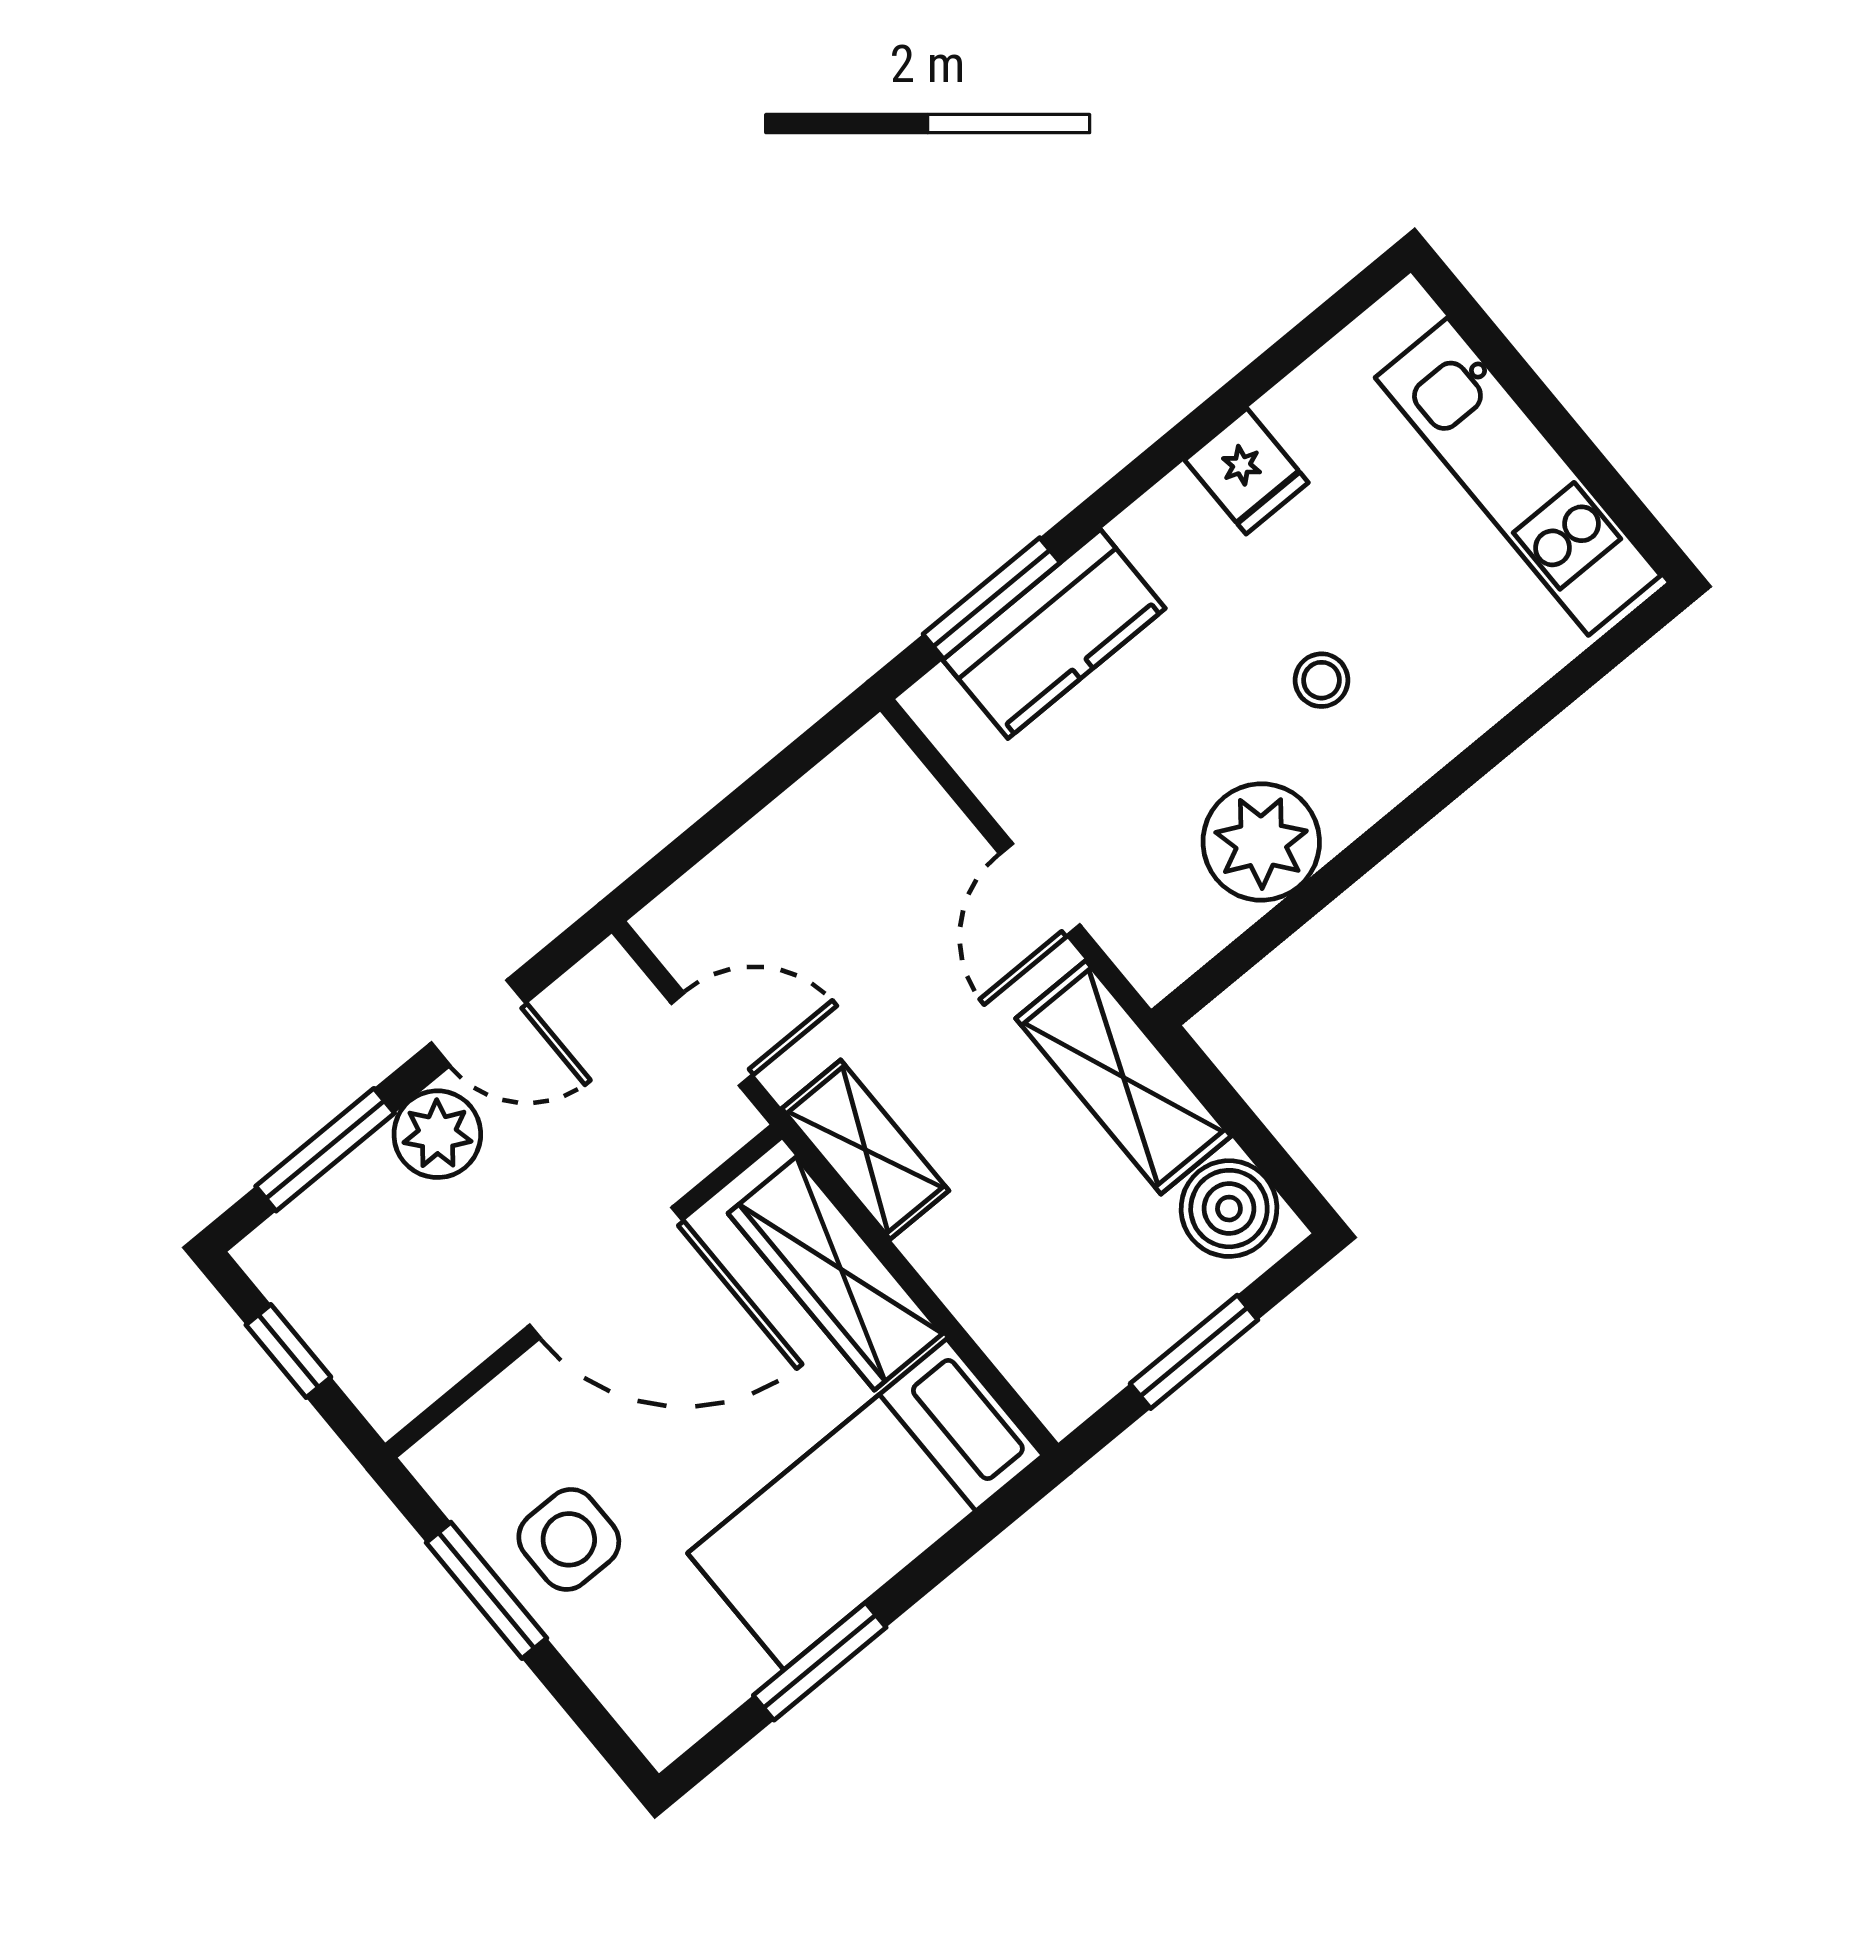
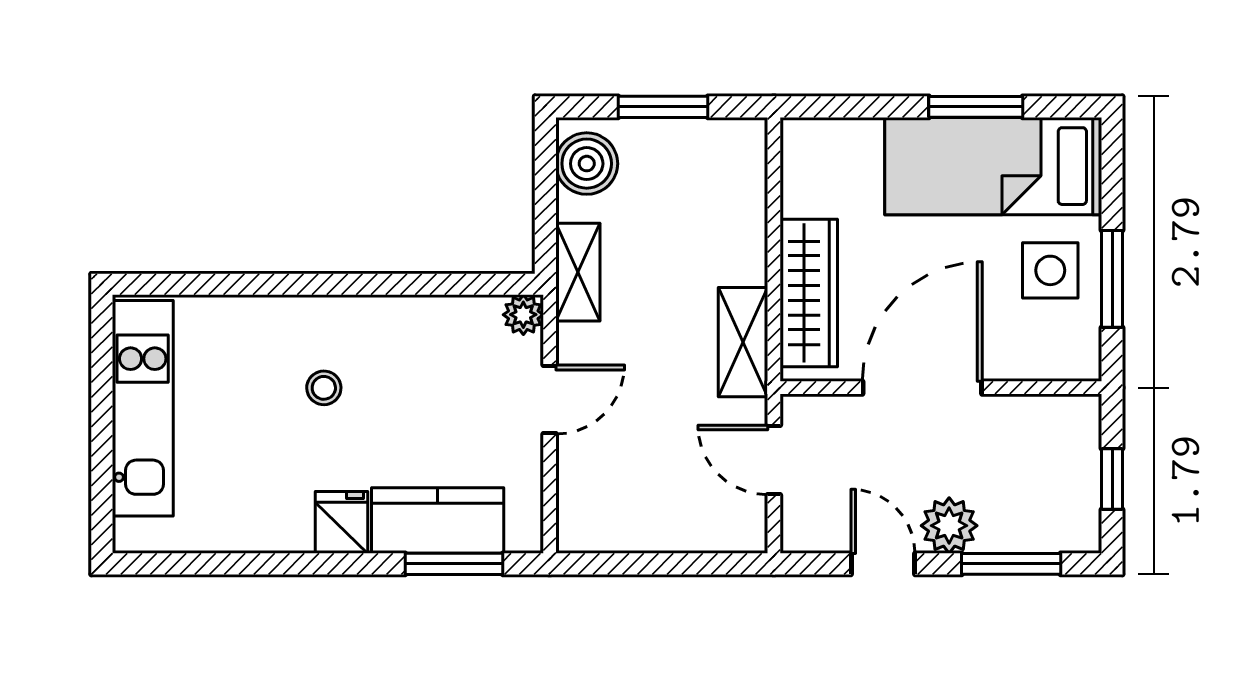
fridge: (1246, 471) -> (341, 522), moved
plant: (1261, 842) -> (523, 315), moved, width x0.53, depth x0.53
shelving: (1123, 1077) -> (578, 272), width x0.67, depth x0.75
door: (606, 1273) -> (922, 388), hinge flipped
bed: (865, 1504) -> (993, 166), moved, turned 180

